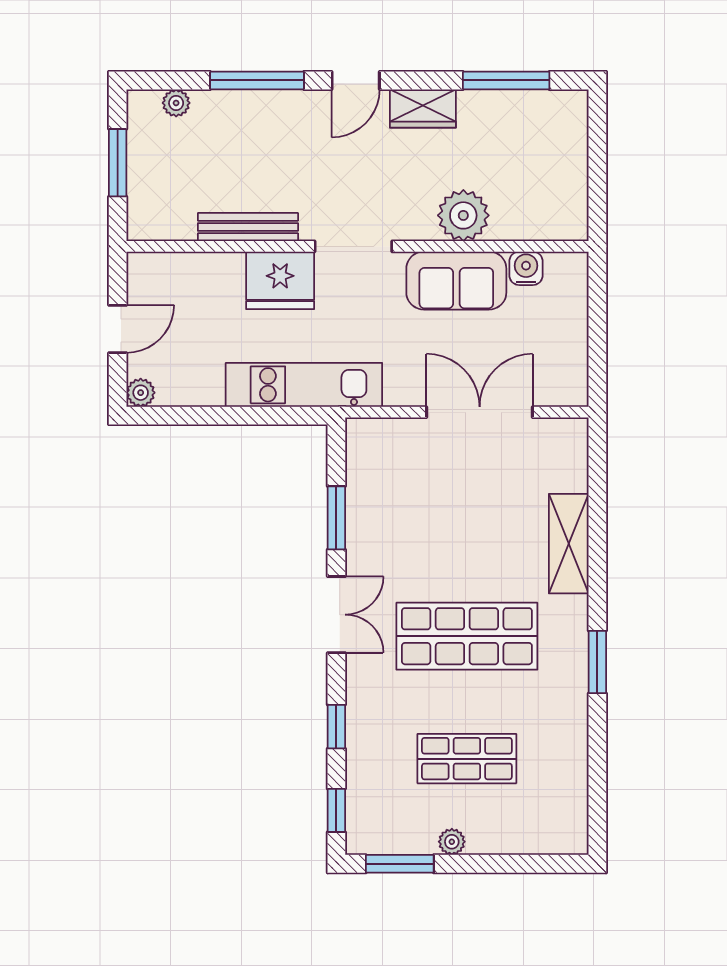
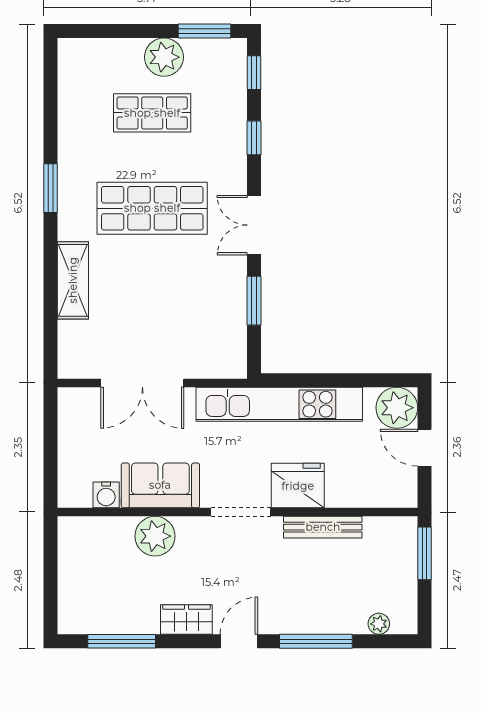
window: (118, 163) -> (424, 553), moved
door: (118, 329) -> (424, 448), hinge flipped
kitchen unit: (304, 385) -> (279, 404), width x1.36
plant: (141, 393) -> (397, 408), width x1.88, depth x1.88
plant: (452, 842) -> (164, 57), width x1.88, depth x1.88

